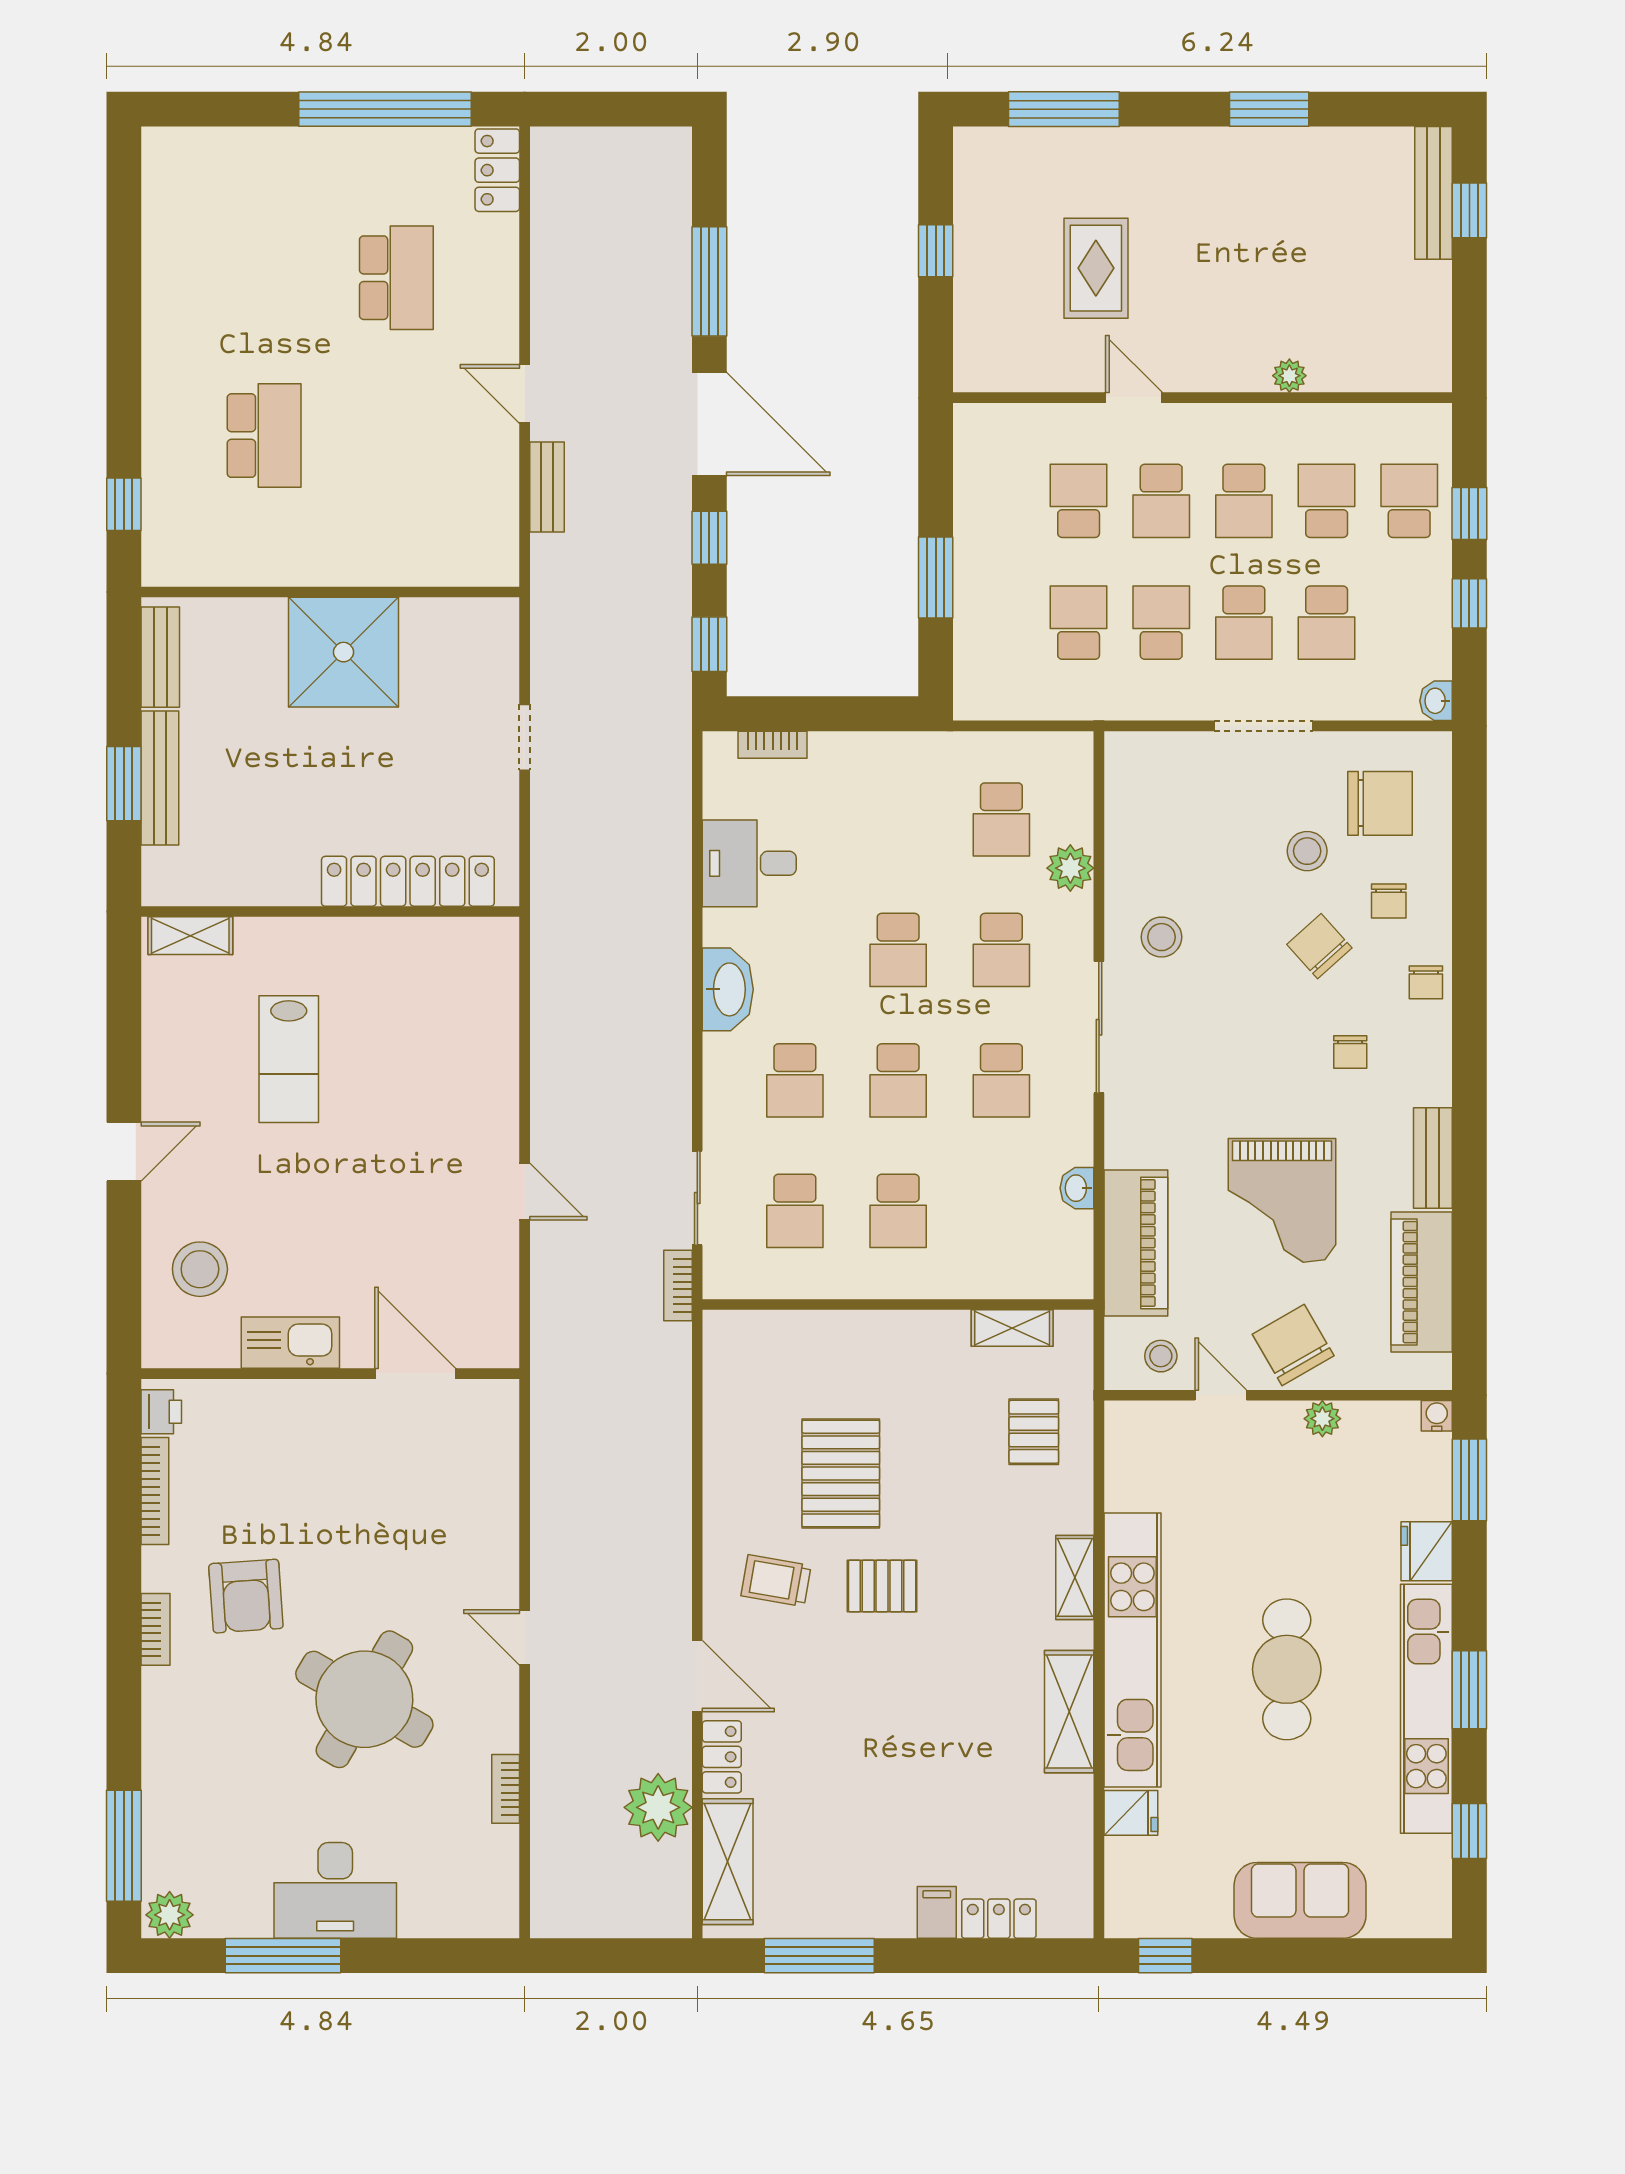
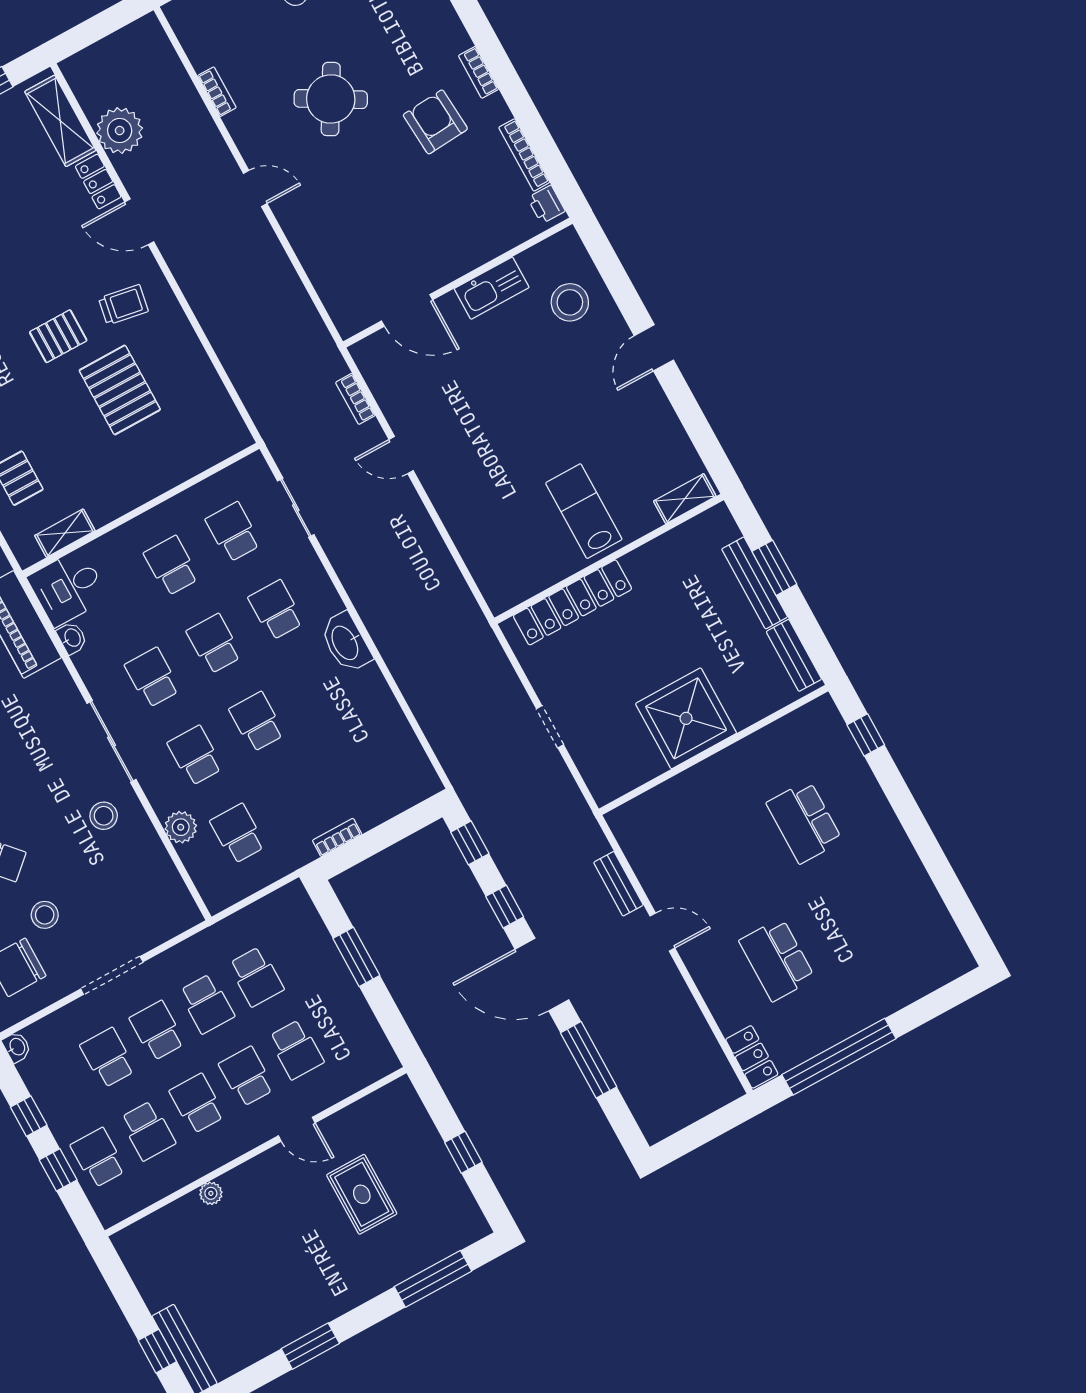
school desk: (1409, 501) -> (98, 1158), turned 180
bookcase: (773, 745) -> (337, 837), moved
desk: (749, 863) -> (68, 588), moved, turned 180
lab bench: (289, 1059) -> (584, 511), moved
bookcase: (678, 1285) -> (355, 399), moved, turned 180
round table: (364, 1699) -> (331, 99), width x0.73, depth x0.73

